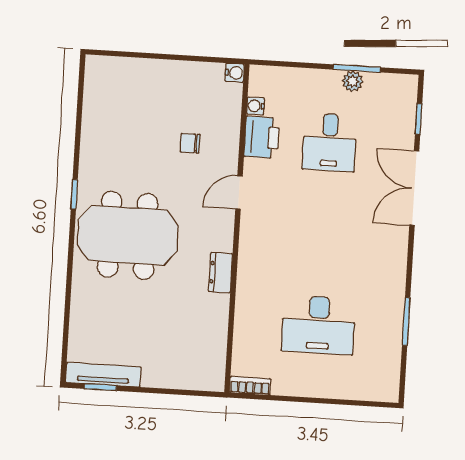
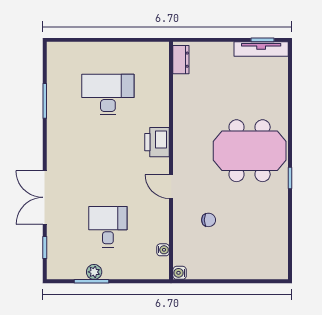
printer: (262, 137) -> (157, 142), moved
double door: (414, 188) -> (45, 197), swing flipped
door: (239, 192) -> (171, 187), swing flipped
dresser: (220, 273) -> (181, 60), moved
bookcase: (250, 386) -> (155, 48), removed

